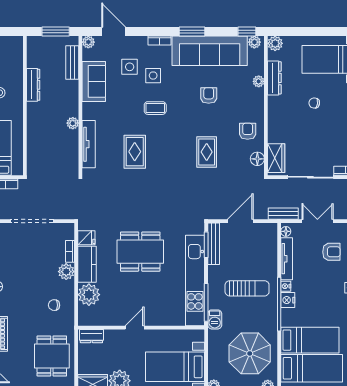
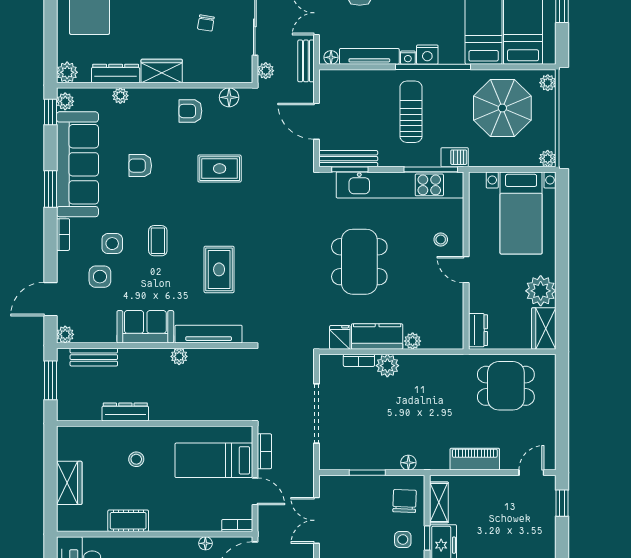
sofa: (94, 81) -> (145, 327), moved
chair: (314, 103) -> (206, 23), moved
rug: (135, 152) -> (219, 269), turned 90
wardrobe: (276, 158) -> (162, 71), moved
plant: (276, 185) -> (266, 71), added
plant: (89, 295) -> (413, 341), width x0.53, depth x0.53
chair: (54, 305) -> (434, 383), removed
stool: (156, 310) -> (441, 240), added

